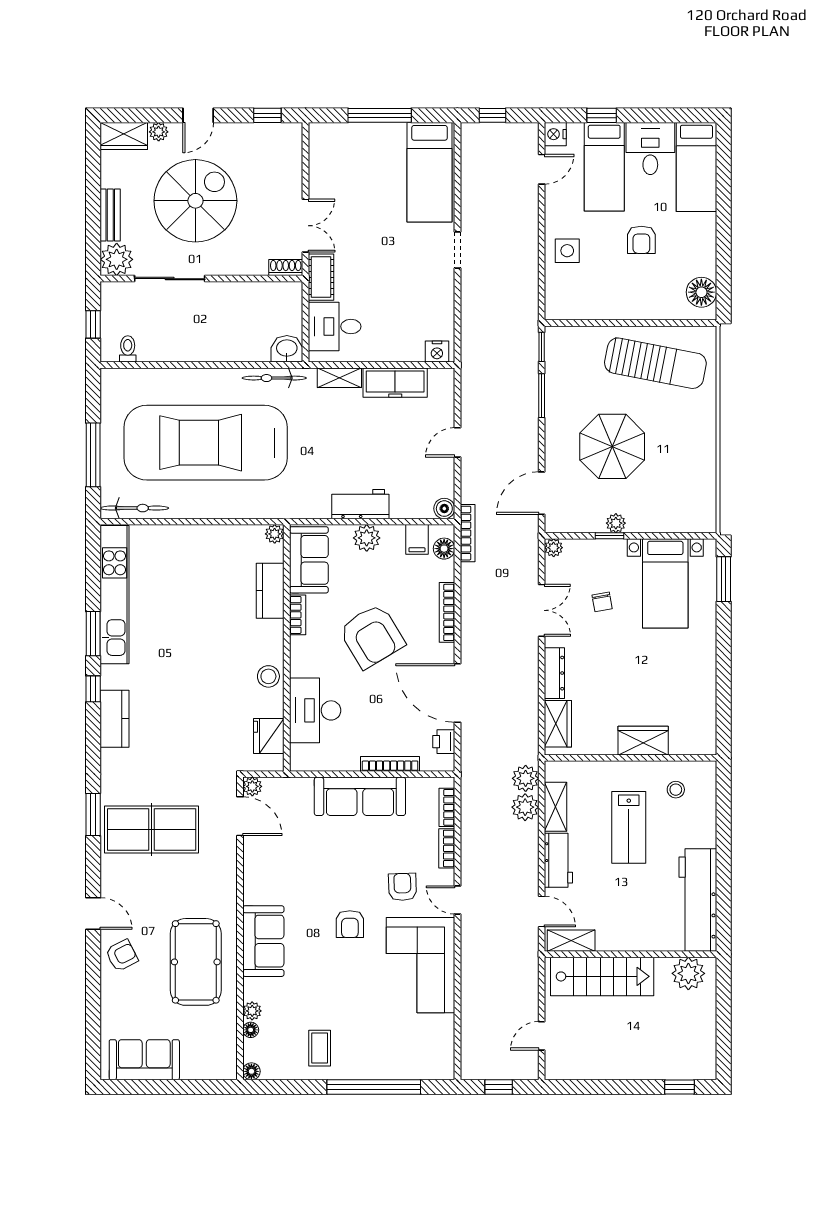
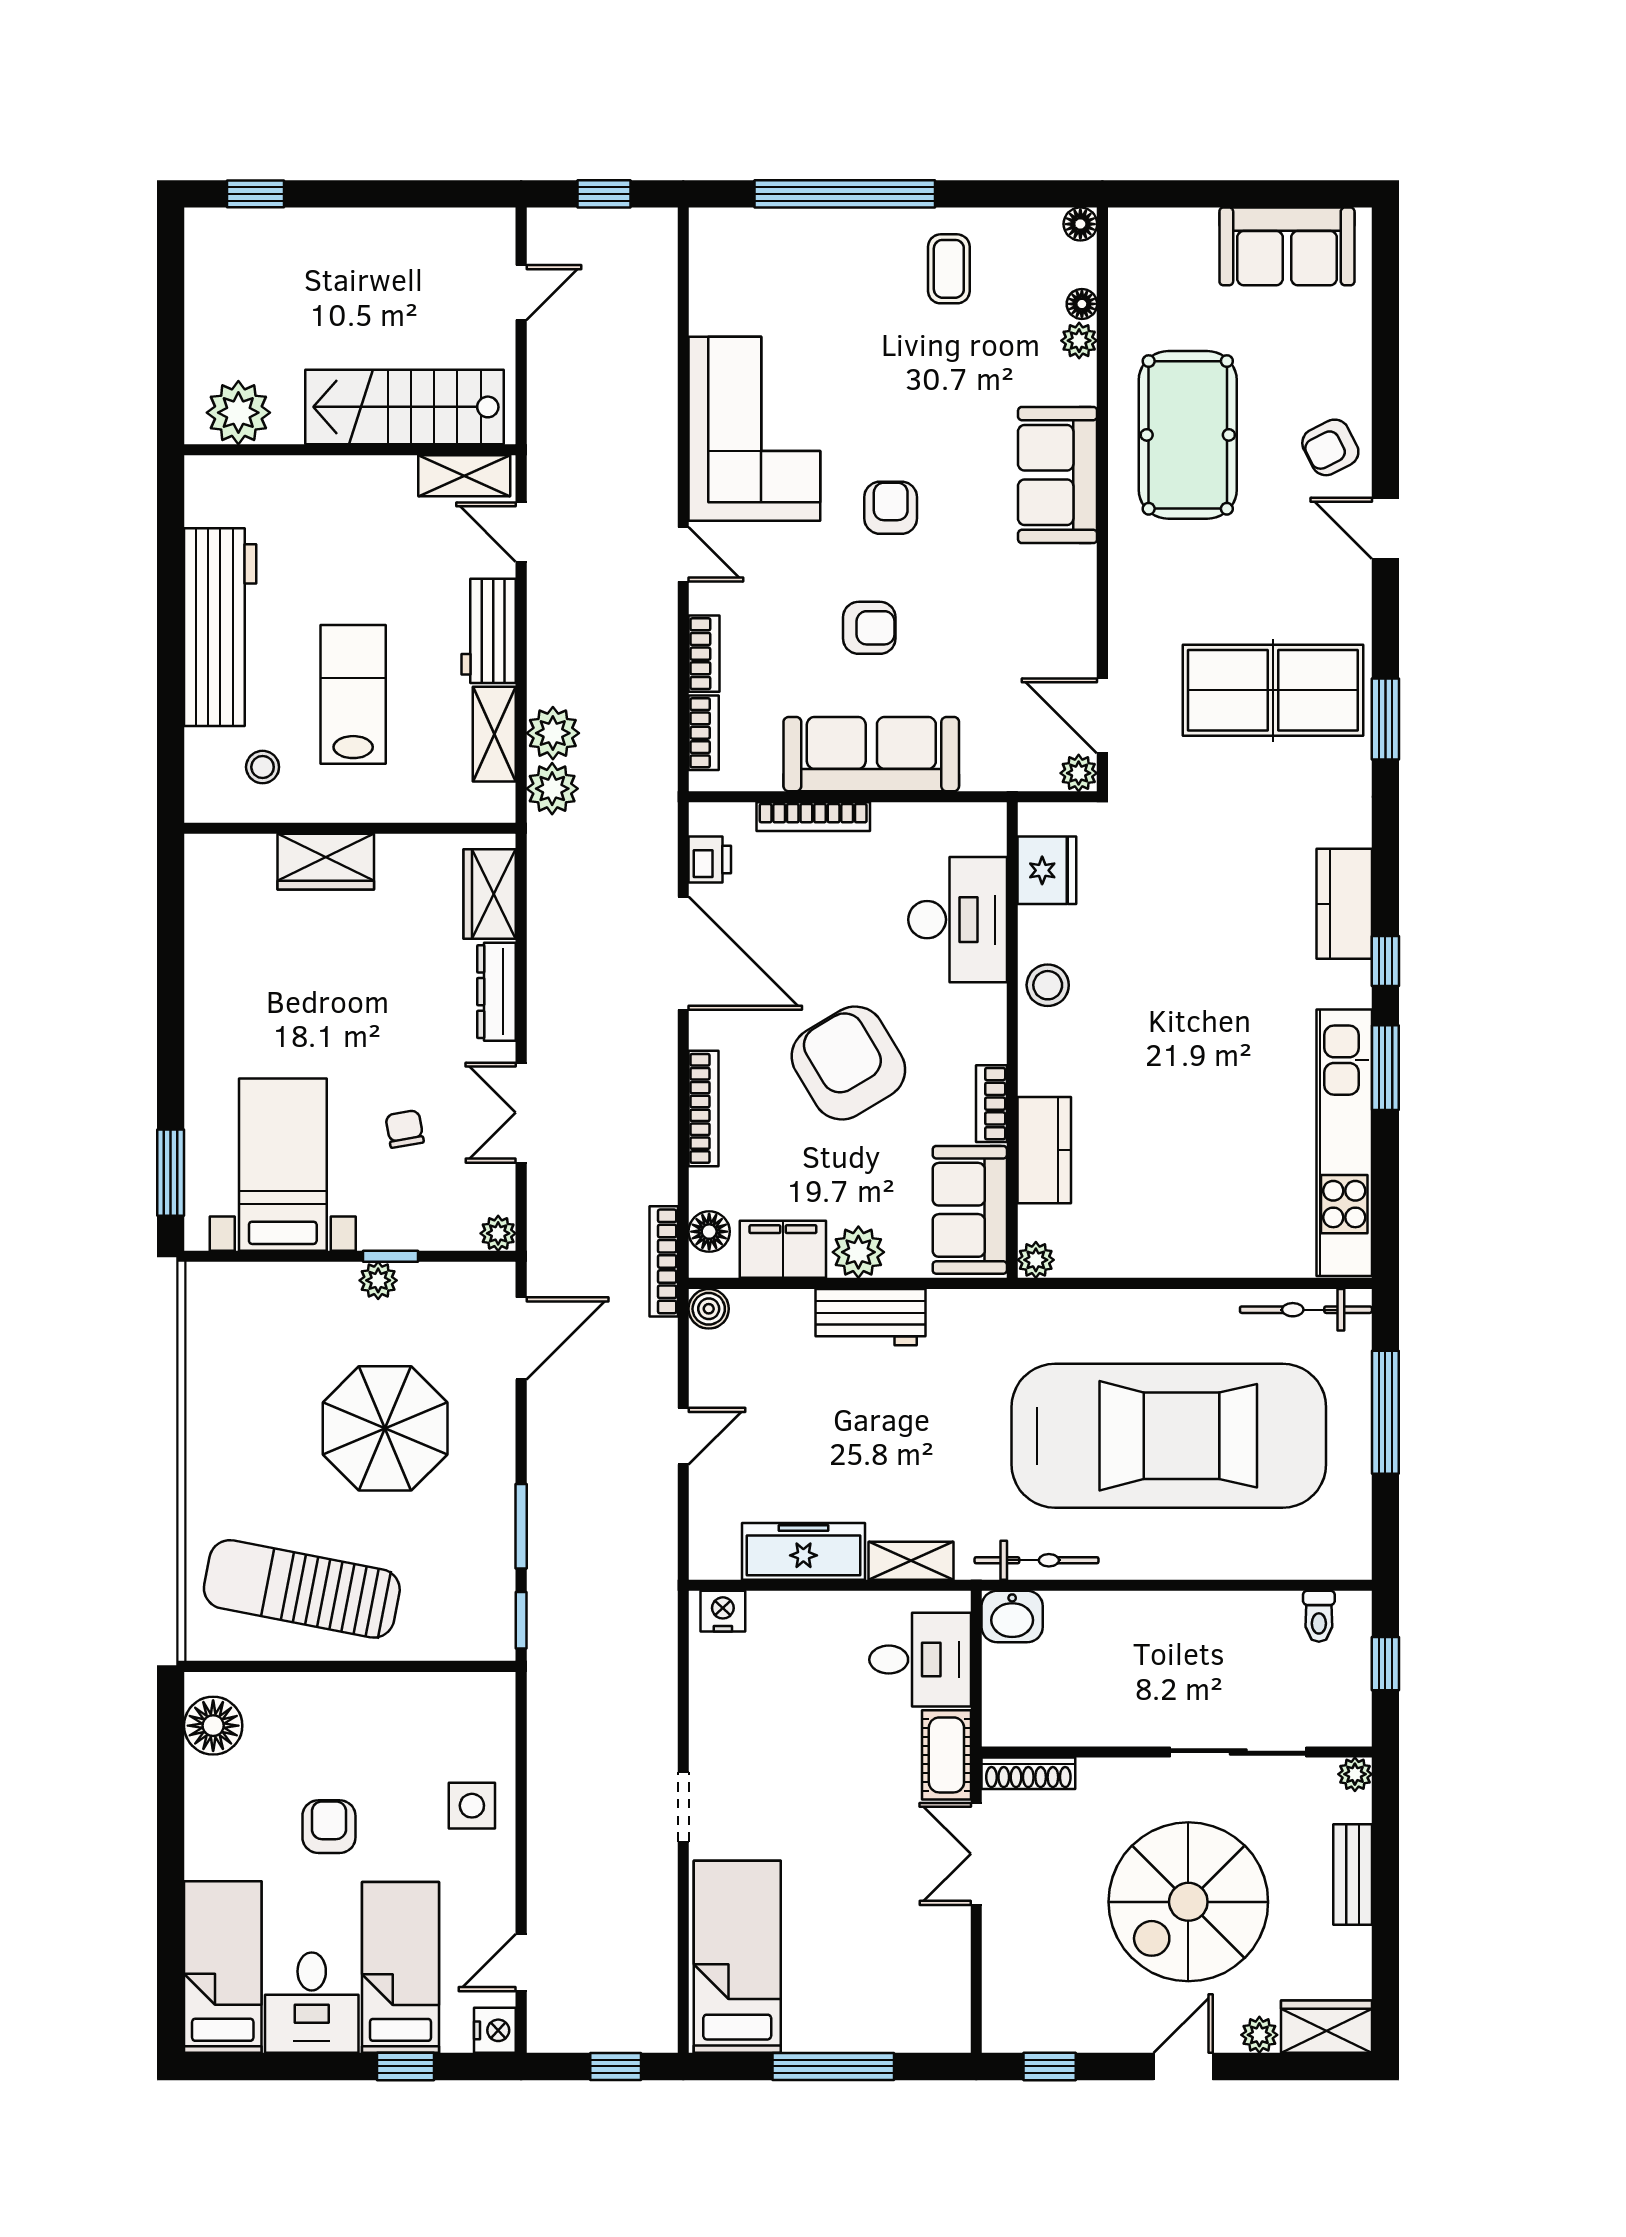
plant: (117, 259) -> (1355, 1774), width x0.53, depth x0.53
shoe rack: (286, 268) -> (1028, 1773), width x1.43
filing cabinet: (417, 539) -> (783, 1249), width x2.00
armchair: (402, 887) -> (869, 628), moved, turned -88
workbench: (698, 900) -> (220, 627), moved

